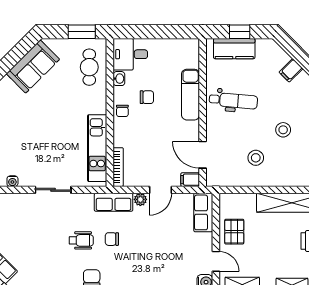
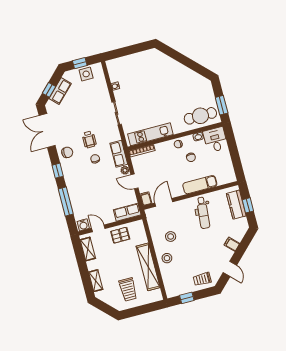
sofa: (33, 67) -> (191, 80), removed
cafe table: (89, 67) -> (200, 116), width x1.37, depth x1.35
stool: (283, 130) -> (167, 258), moved
door: (216, 261) -> (98, 228), swing flipped

